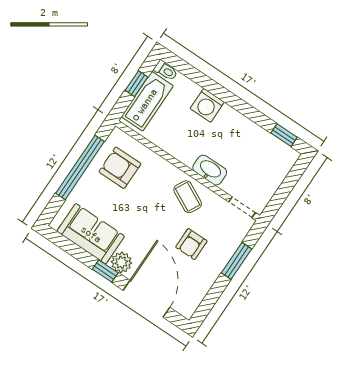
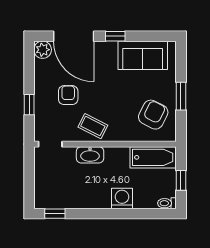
bathtub: (147, 101) -> (153, 157), moved, turned -90
window: (80, 167) -> (181, 96), width x0.47
armchair: (120, 168) -> (153, 115), turned -63
window: (236, 261) -> (29, 105), width x0.67
plant: (121, 262) -> (43, 50), moved

